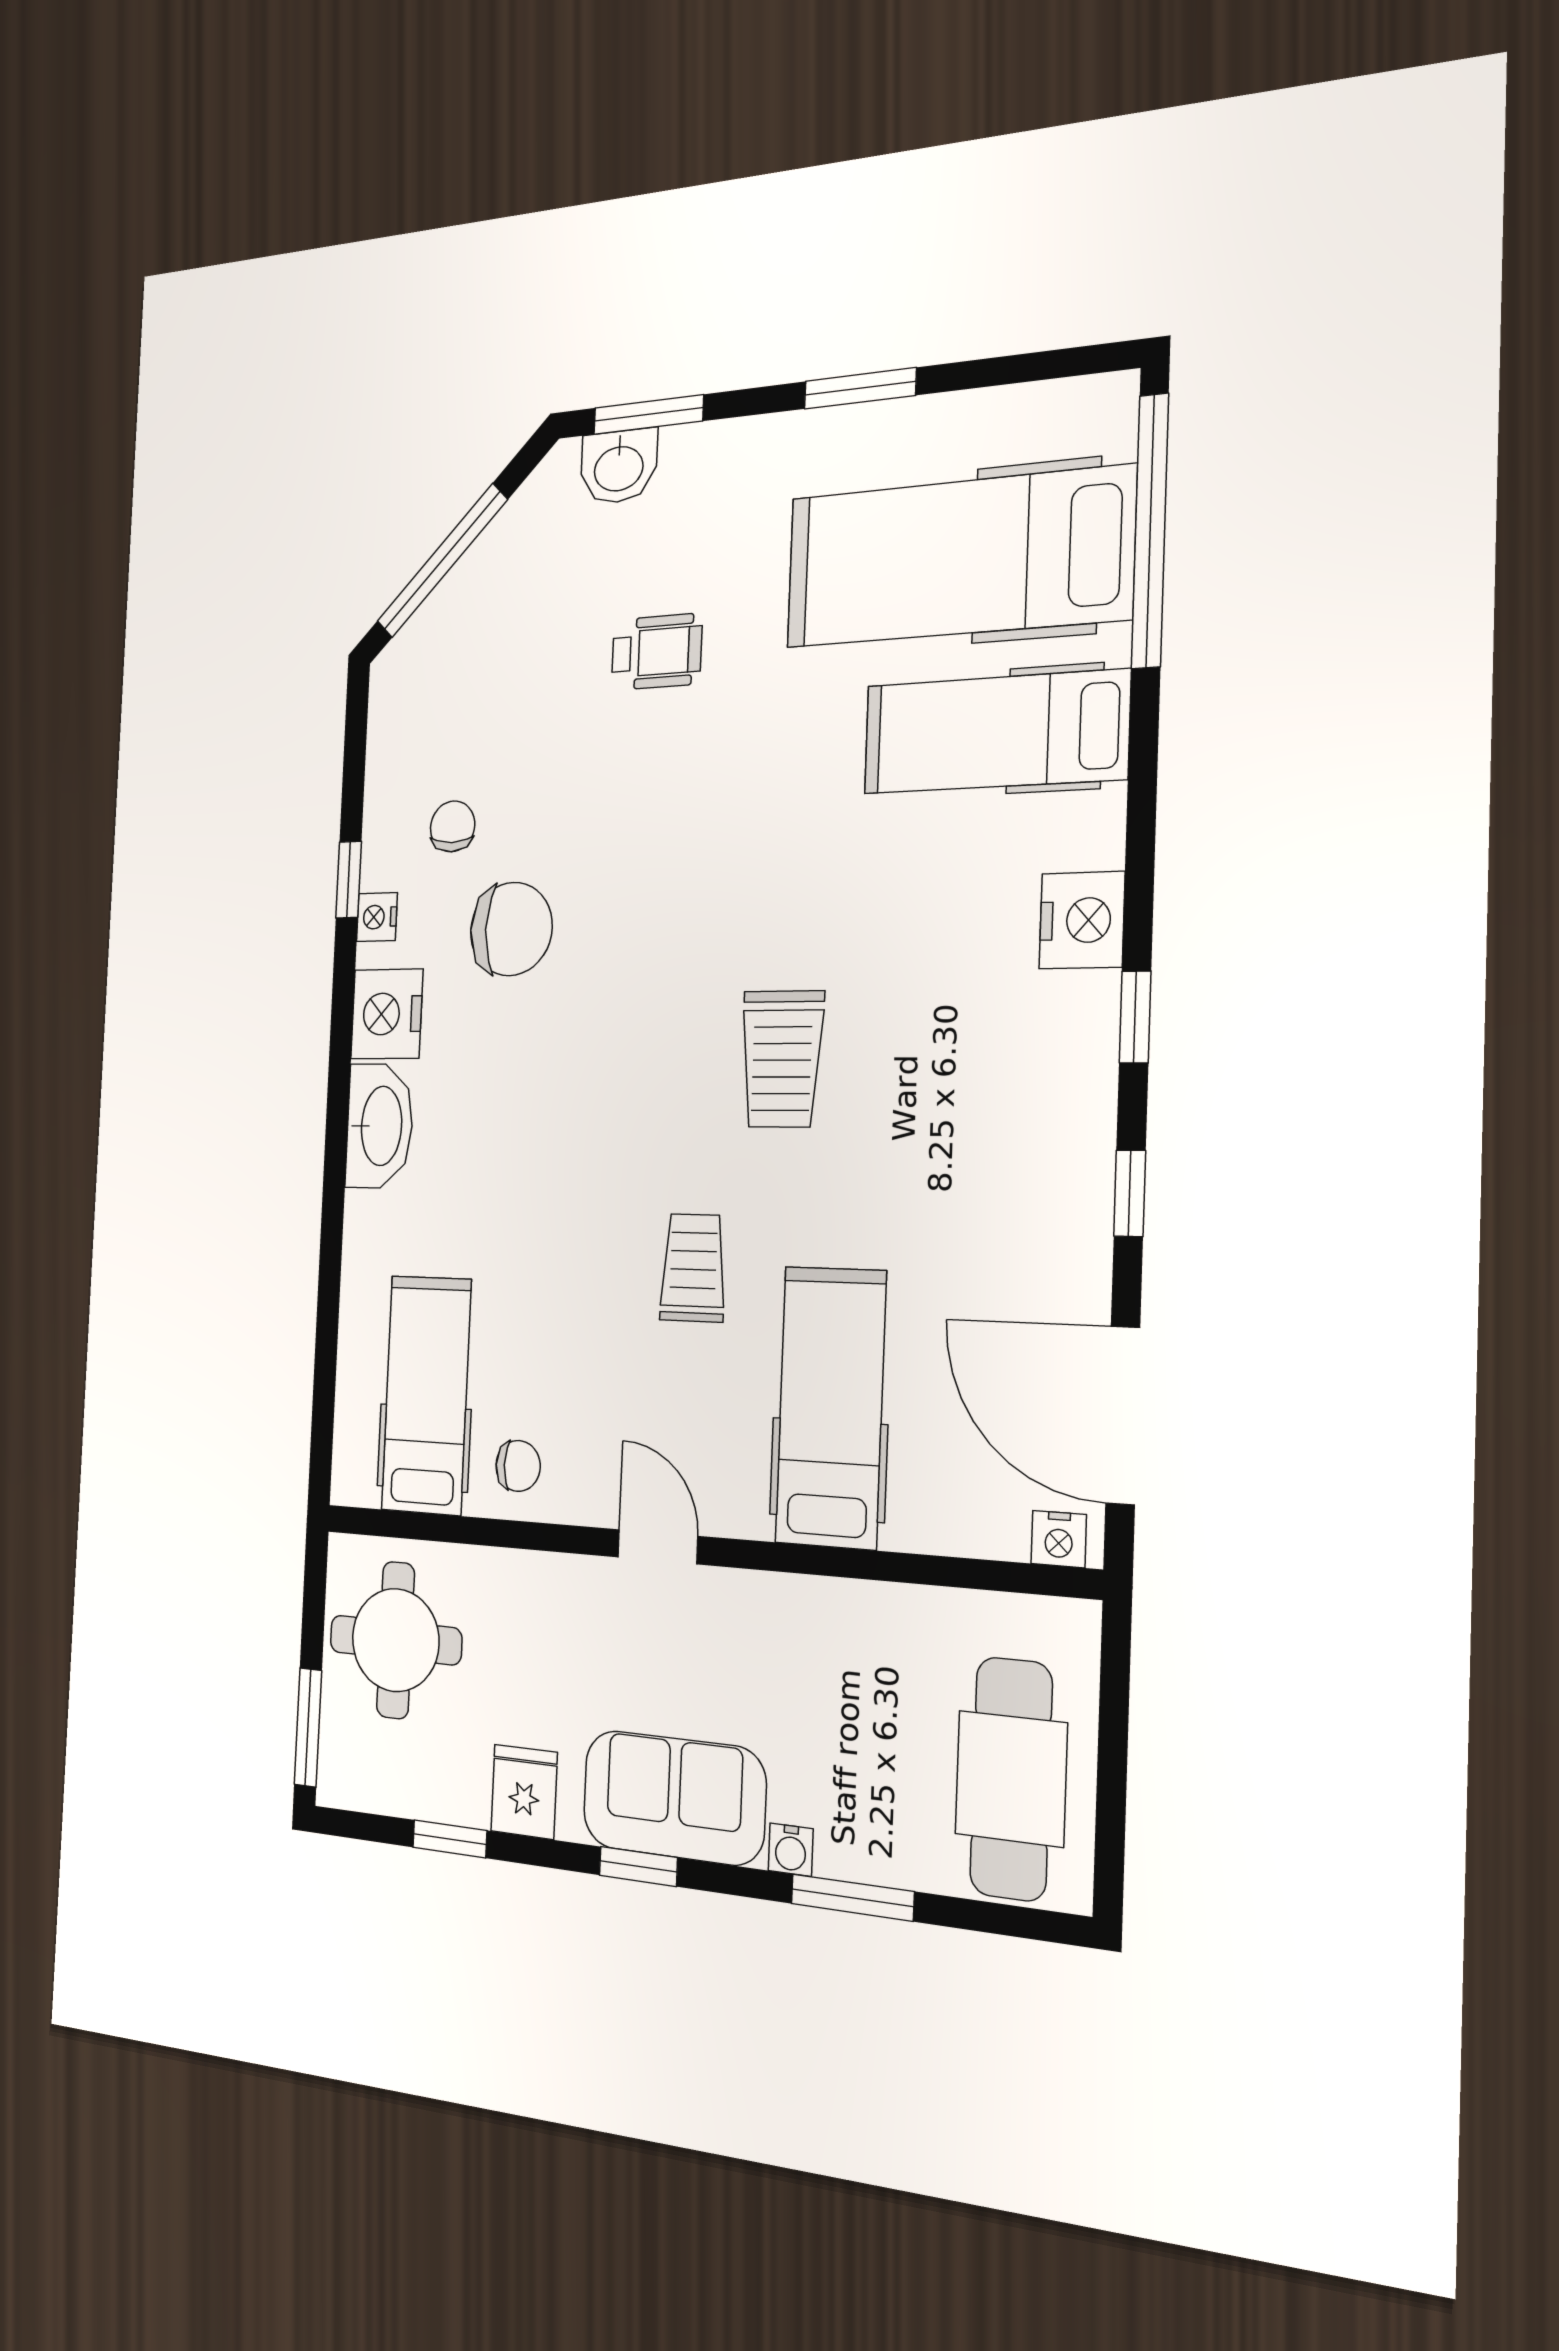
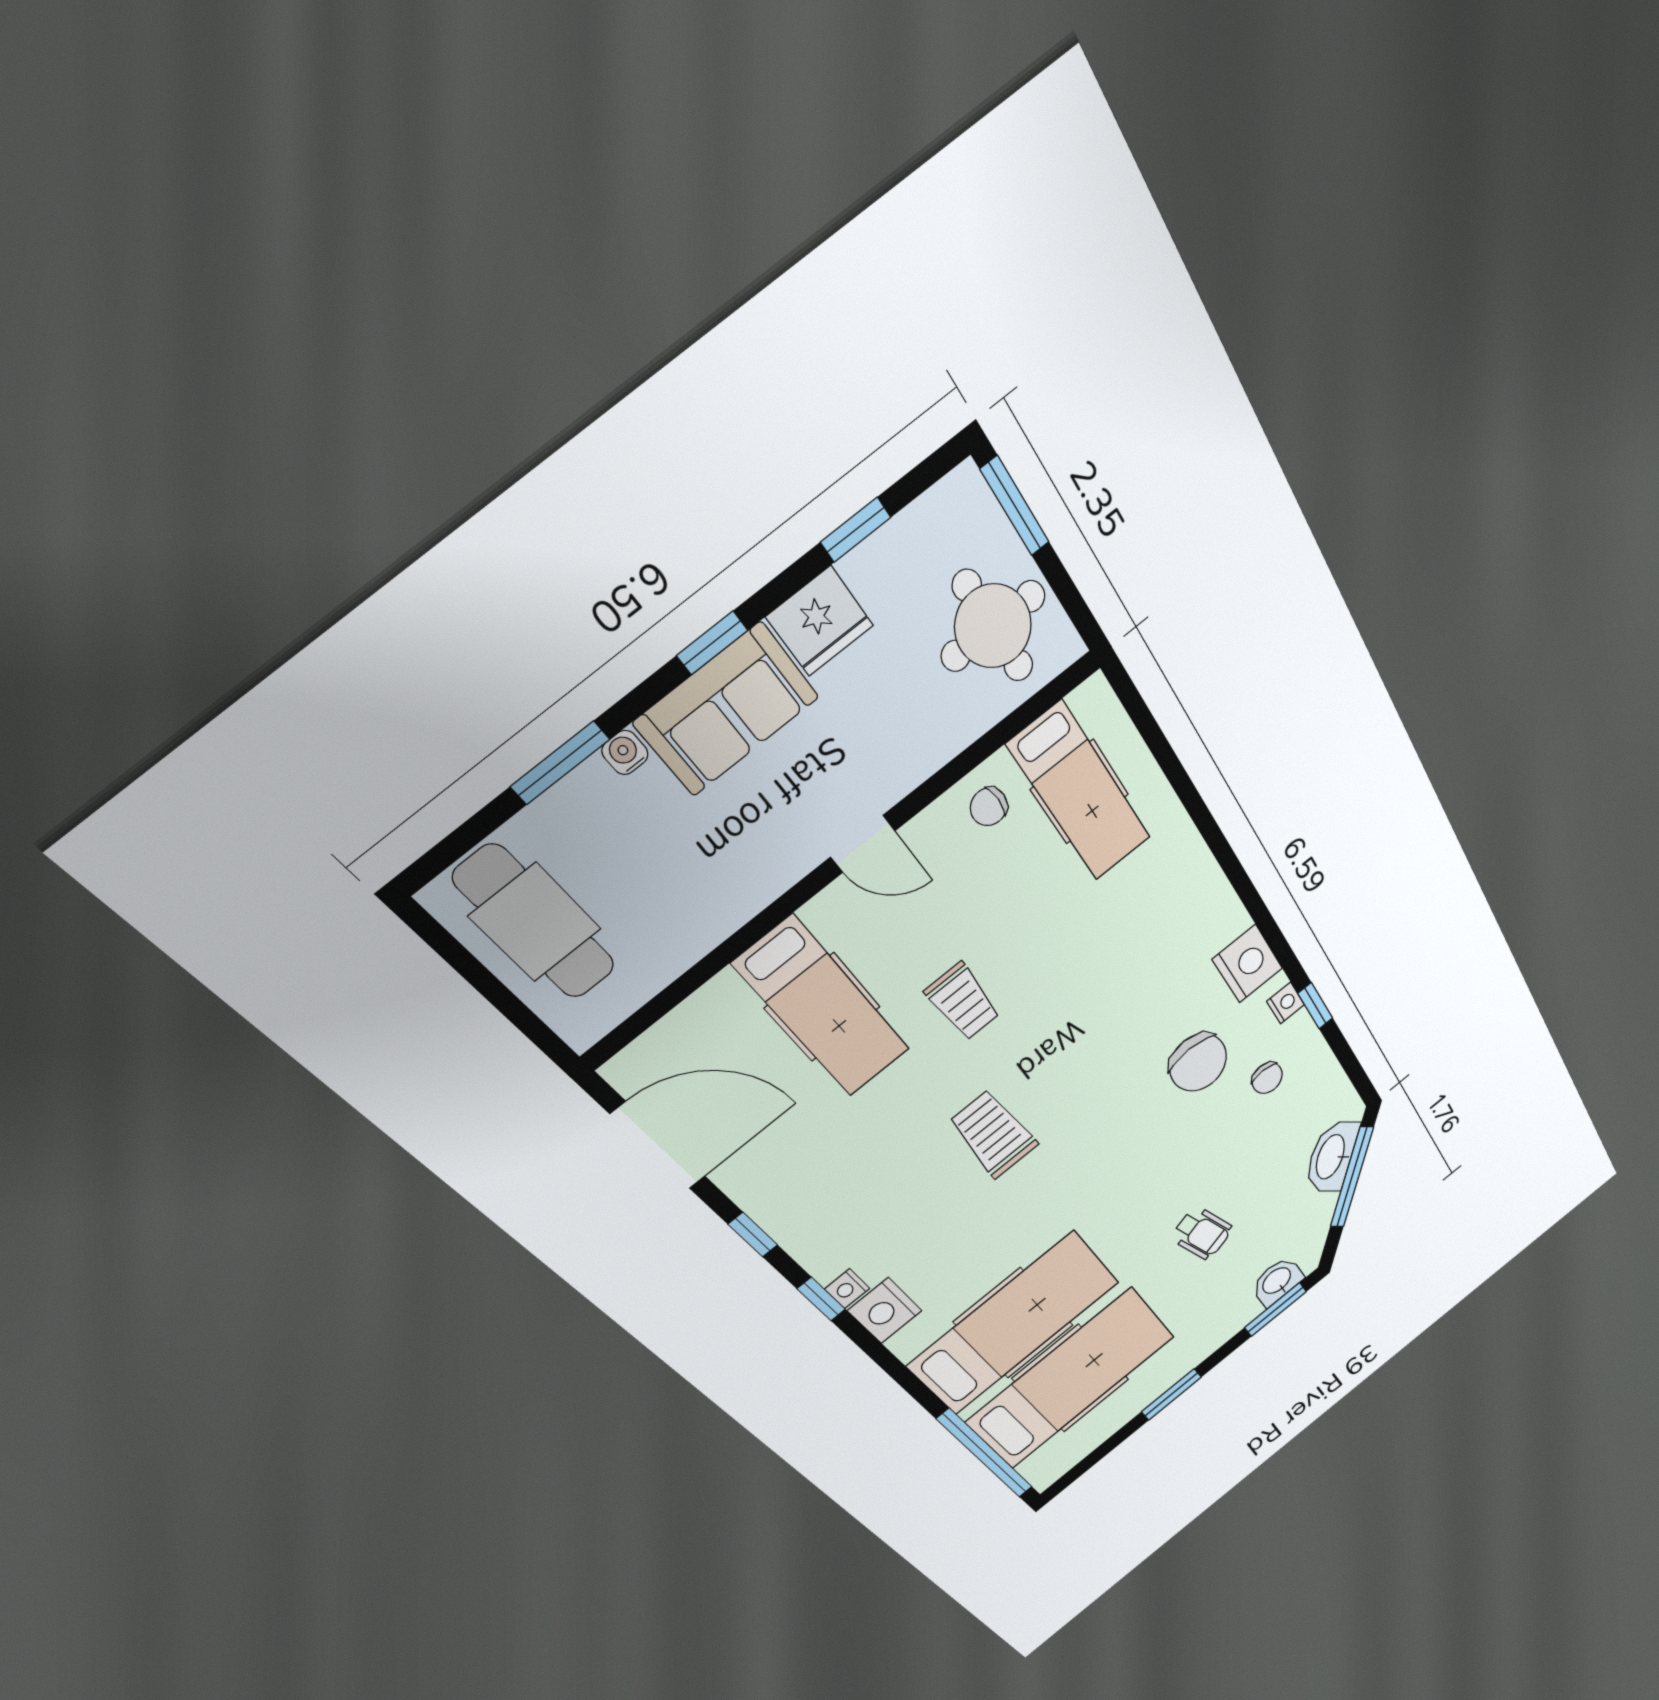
wheelchair: (657, 652) -> (1202, 1233), turned -107
hospital bed: (995, 732) -> (1014, 1324), width x1.37, depth x1.29
chair: (511, 929) -> (1198, 1062), turned -90
washbasin: (380, 1126) -> (1331, 1157), moved, turned 45
nightstand: (1059, 1539) -> (847, 1289), moved, turned -90
fridge: (524, 1792) -> (820, 621), width x1.38

